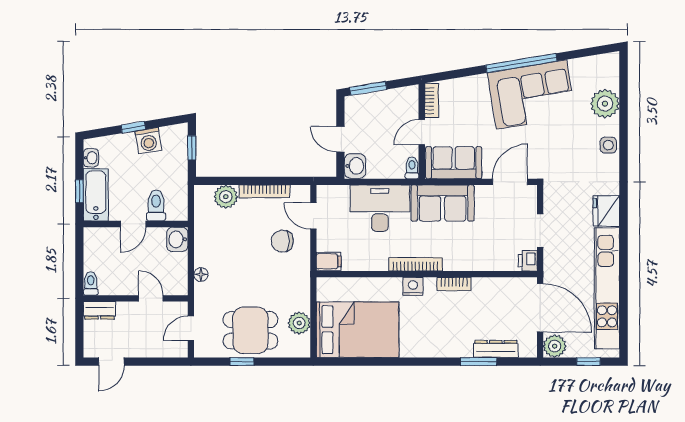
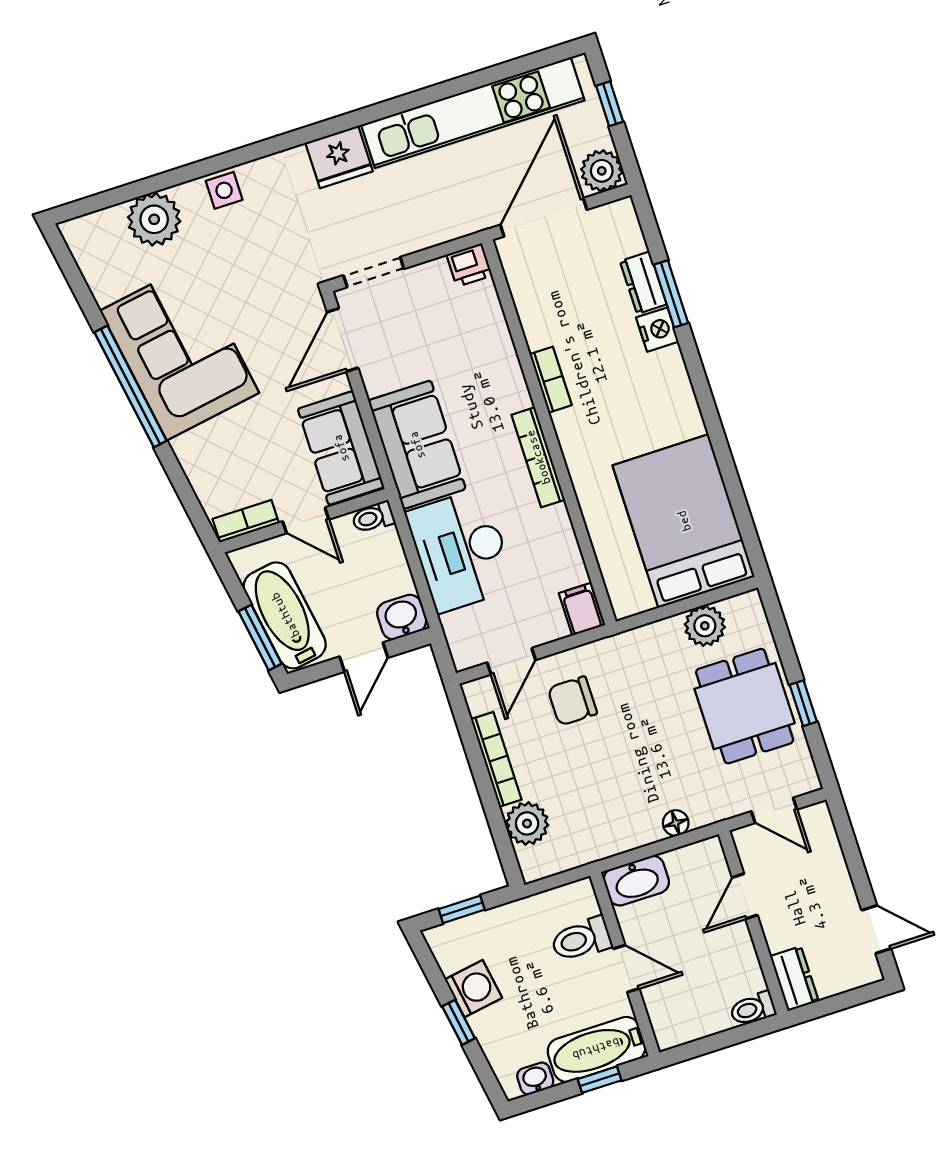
bathtub: (376, 105) -> (285, 615), added
door: (510, 182) -> (343, 340), hinge flipped
doorway: (540, 230) -> (374, 272), moved
washbasin: (177, 239) -> (636, 881), width x1.38
chair: (282, 241) -> (572, 701), turned 90
nightstand: (413, 286) -> (657, 330), moved, turned 180
dresser: (496, 349) -> (643, 283), width x0.70

